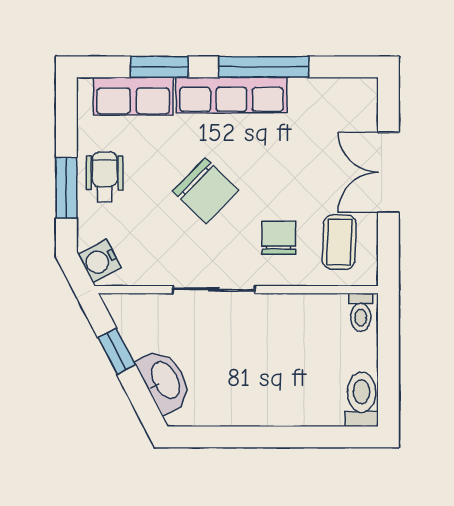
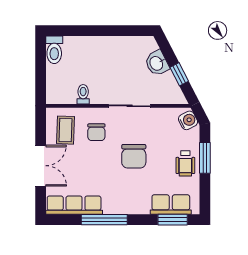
window: (159, 67) -> (173, 220), moved
row of seats: (231, 95) -> (74, 205), moved
chair: (206, 191) -> (134, 156), turned -134
toilet: (361, 312) -> (83, 94), moved
washbasin: (165, 381) -> (157, 63), width x0.72

